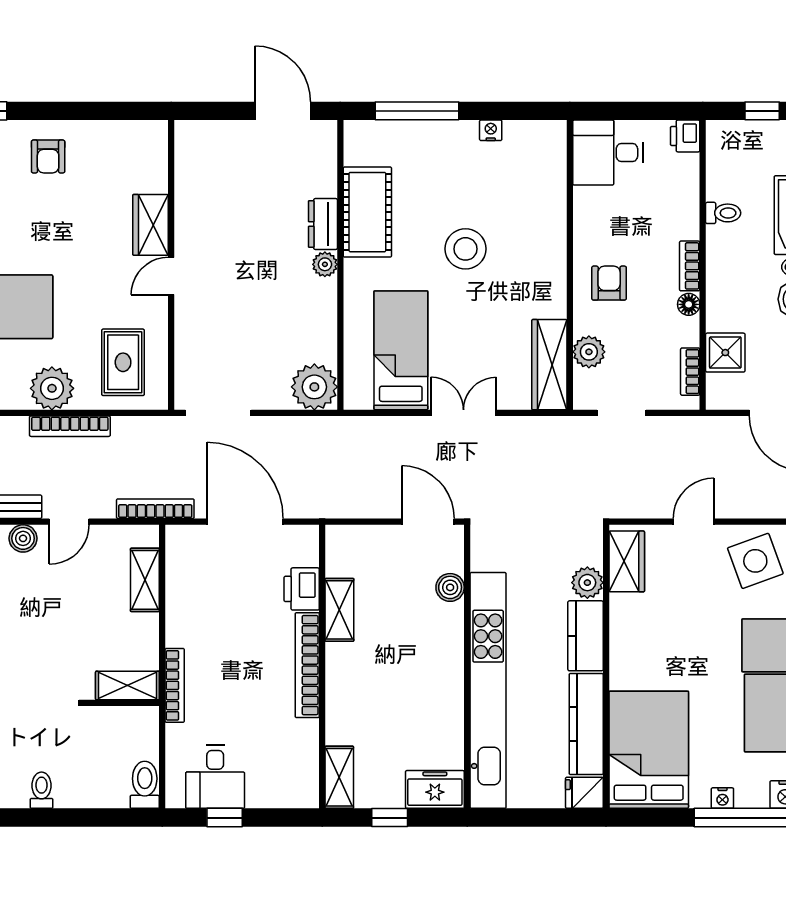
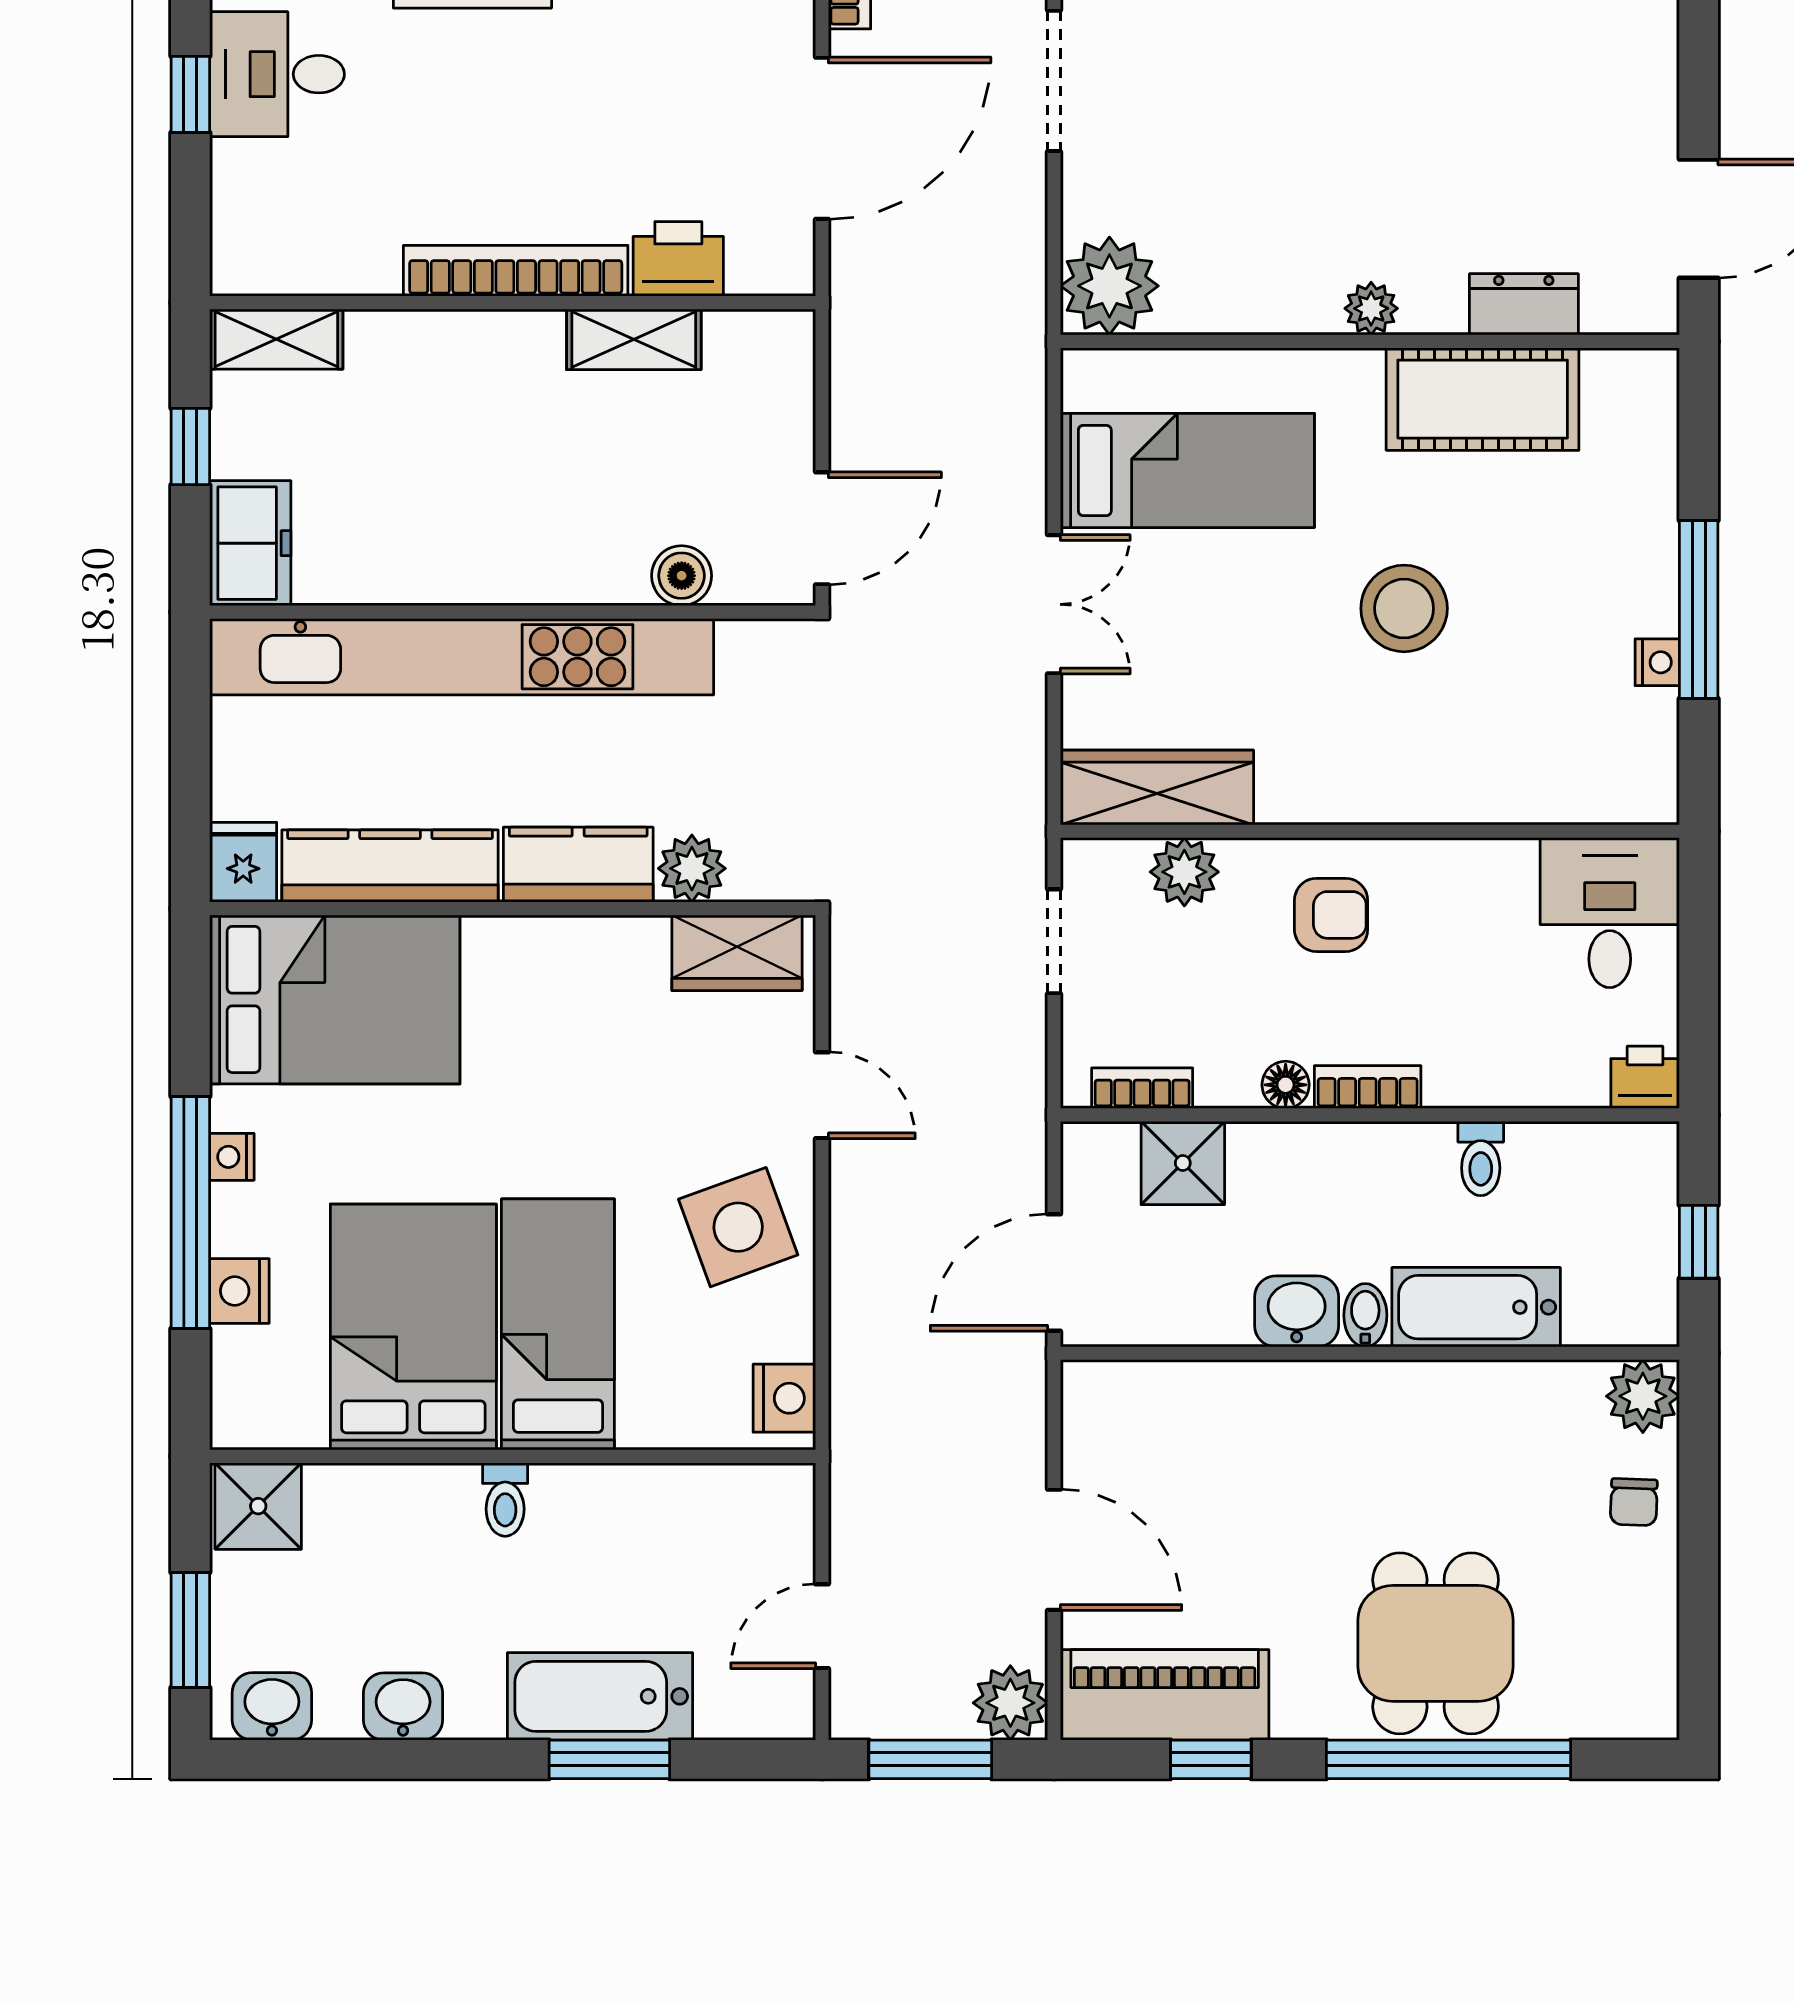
window: (417, 111) -> (1699, 610), moved
dresser: (323, 224) -> (1524, 304), moved

